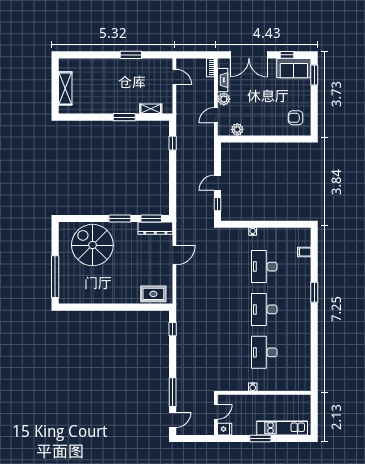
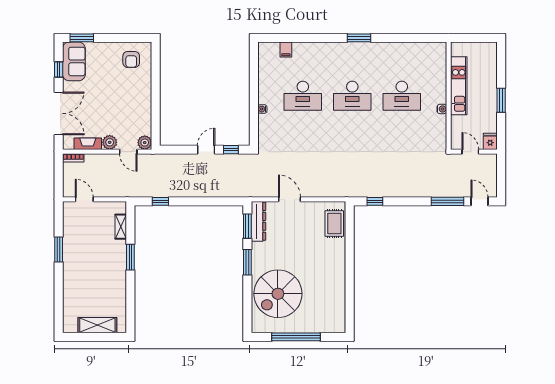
door: (174, 77) -> (84, 199), hinge flipped
plant: (237, 129) -> (145, 143), moved
door: (218, 183) -> (206, 150), swing flipped
window: (55, 277) -> (296, 337), moved
window: (314, 292) -> (359, 38), moved
kitchen unit: (282, 428) -> (459, 86), moved, turned 180

